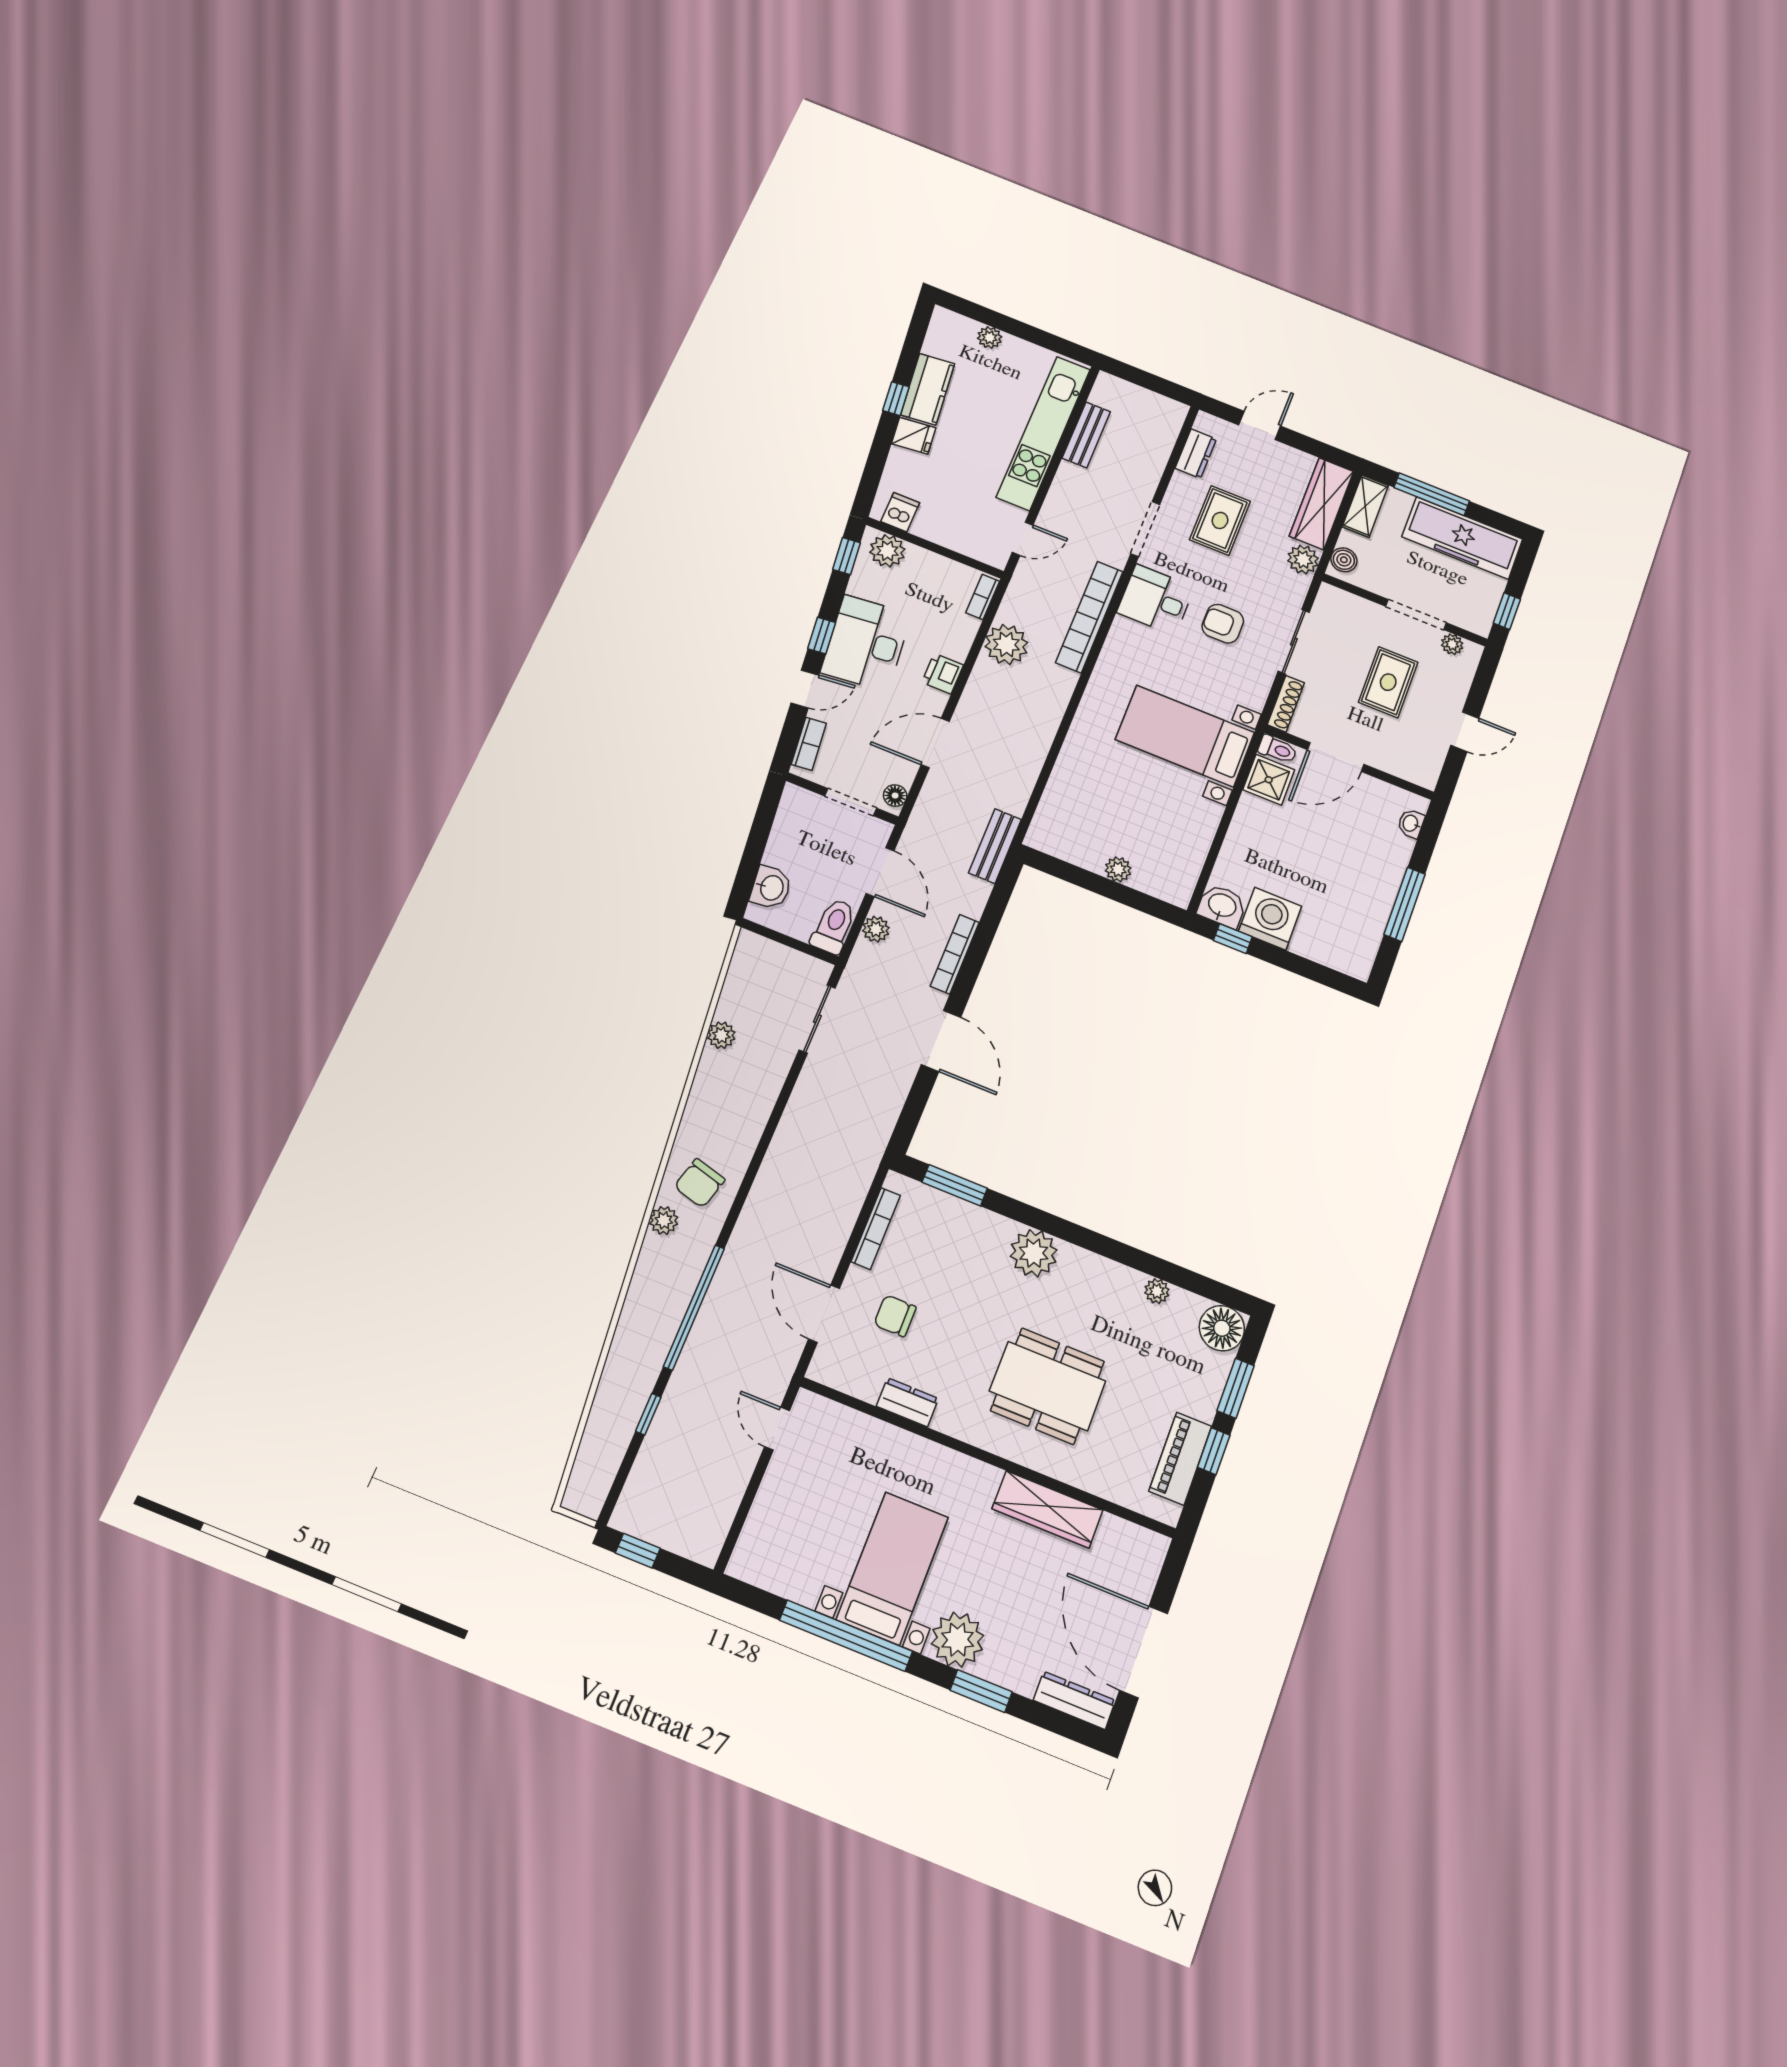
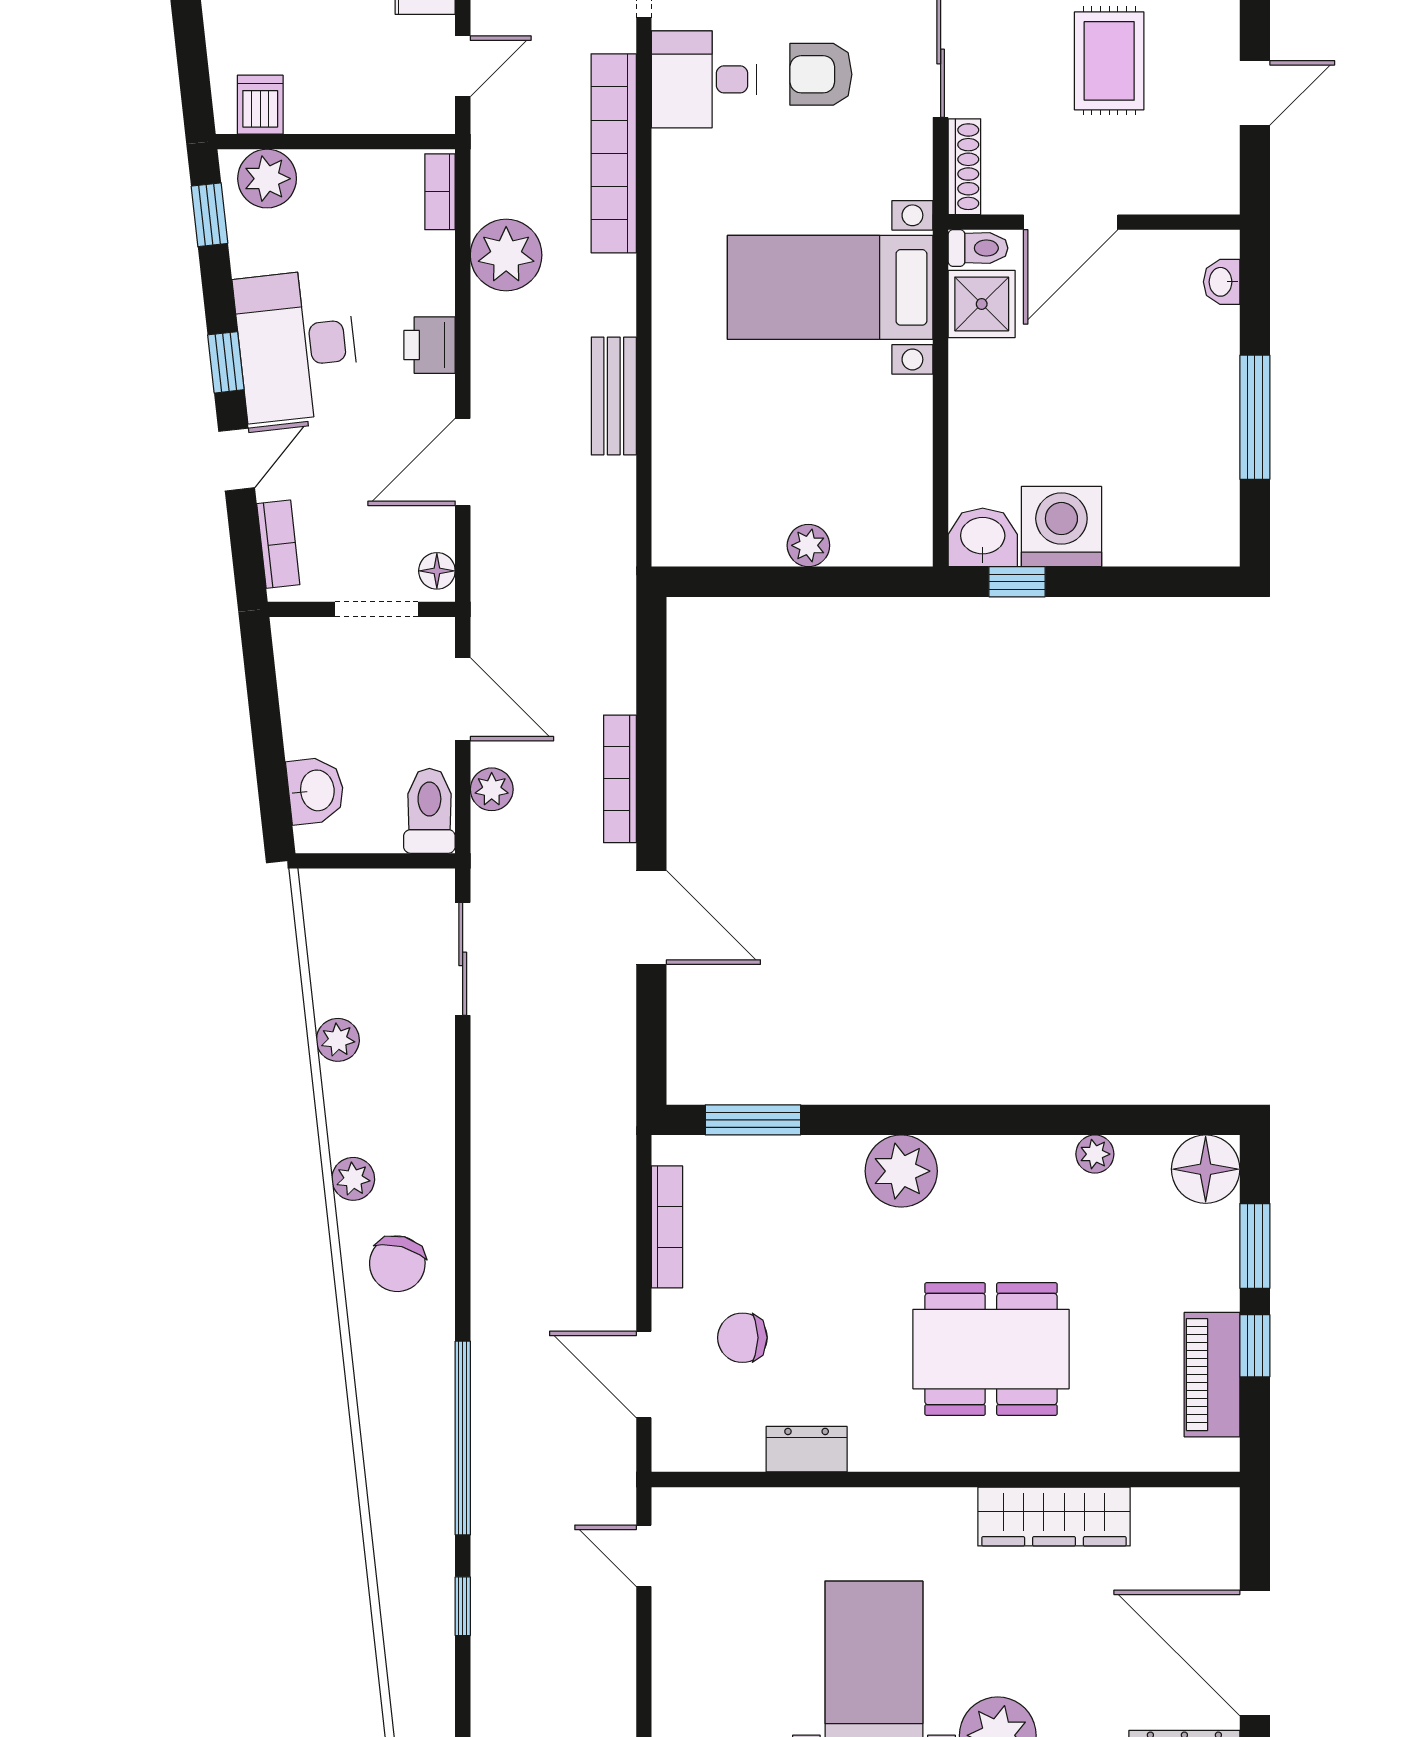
bench: (995, 846) -> (614, 396), moved
plant: (664, 1220) -> (353, 1179), moved

